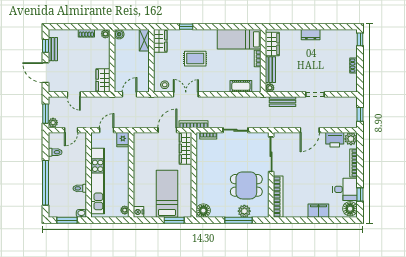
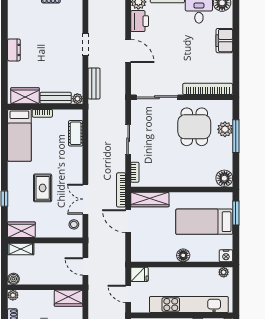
floor lamp: (139, 176) -> (183, 255), added

